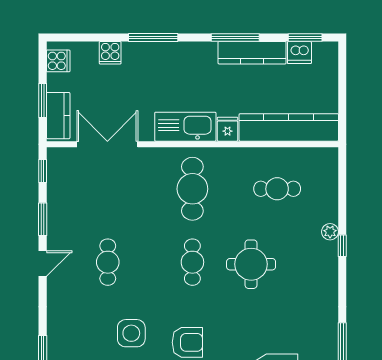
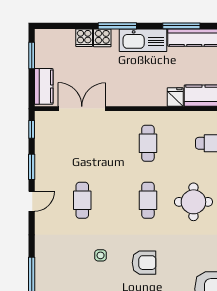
cooker: (58, 61) -> (102, 38), moved, turned 90
window: (43, 100) -> (32, 56), moved
kitchen sink: (185, 127) -> (143, 40), moved, turned 180
cafe table: (192, 189) -> (148, 143), width x0.73, depth x0.74
side table: (131, 333) -> (101, 255), width x0.54, depth x0.54

